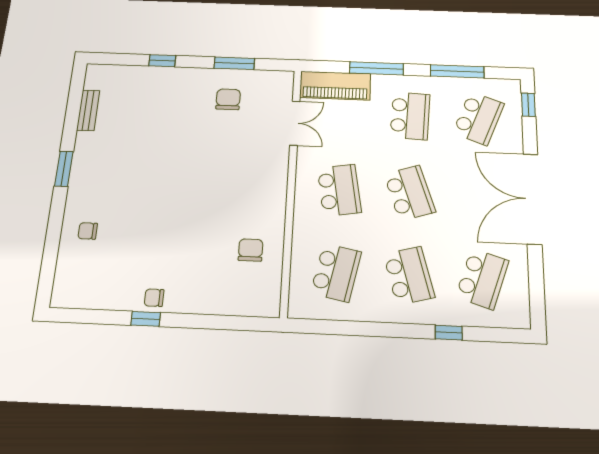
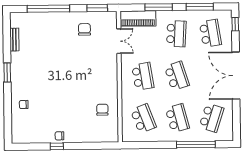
window: (162, 61) -> (48, 9), width x3.17
window: (234, 63) -> (97, 8), moved
school desk: (479, 118) -> (210, 33), turned -30
school desk: (336, 272) -> (143, 119), turned -33
window: (449, 333) -> (196, 145), width x3.17

